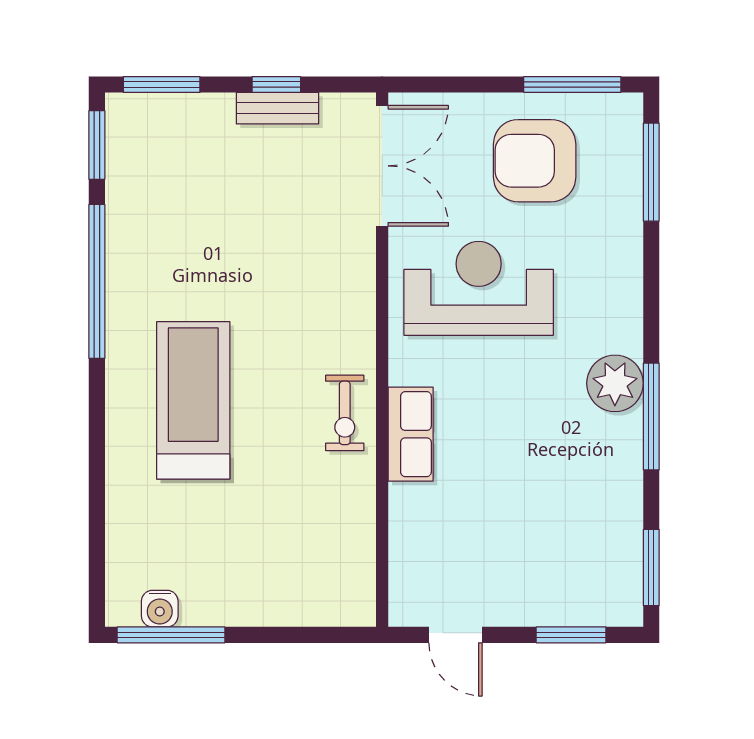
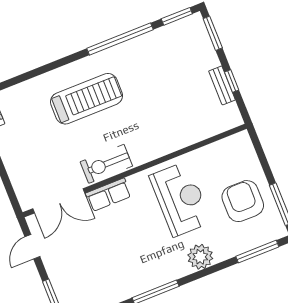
double door: (382, 166) -> (59, 201), moved
plant: (615, 383) -> (200, 257), moved
exercise bike: (345, 413) -> (106, 164), width x1.38, depth x1.39

